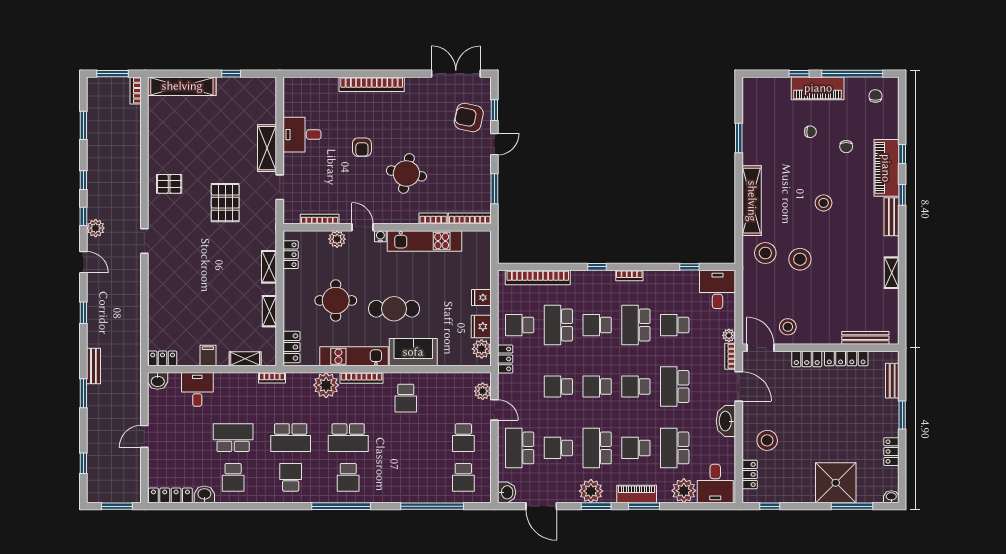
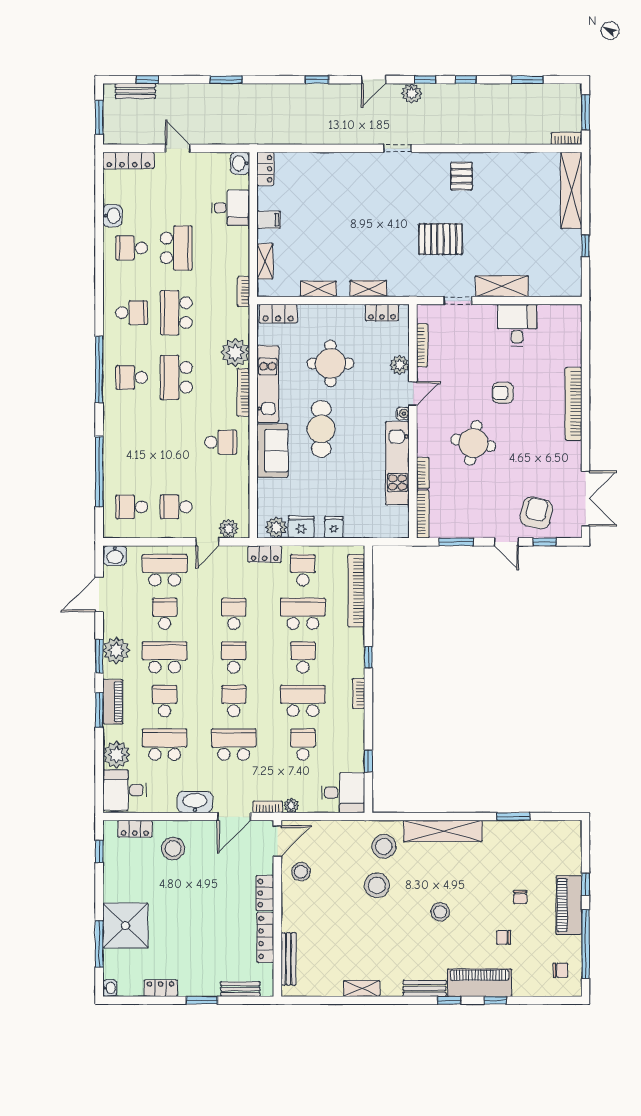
bench: (93, 366) -> (135, 91), moved
school desk: (406, 398) -> (221, 442), turned 180
locker: (170, 495) -> (128, 160), moved, turned 90

